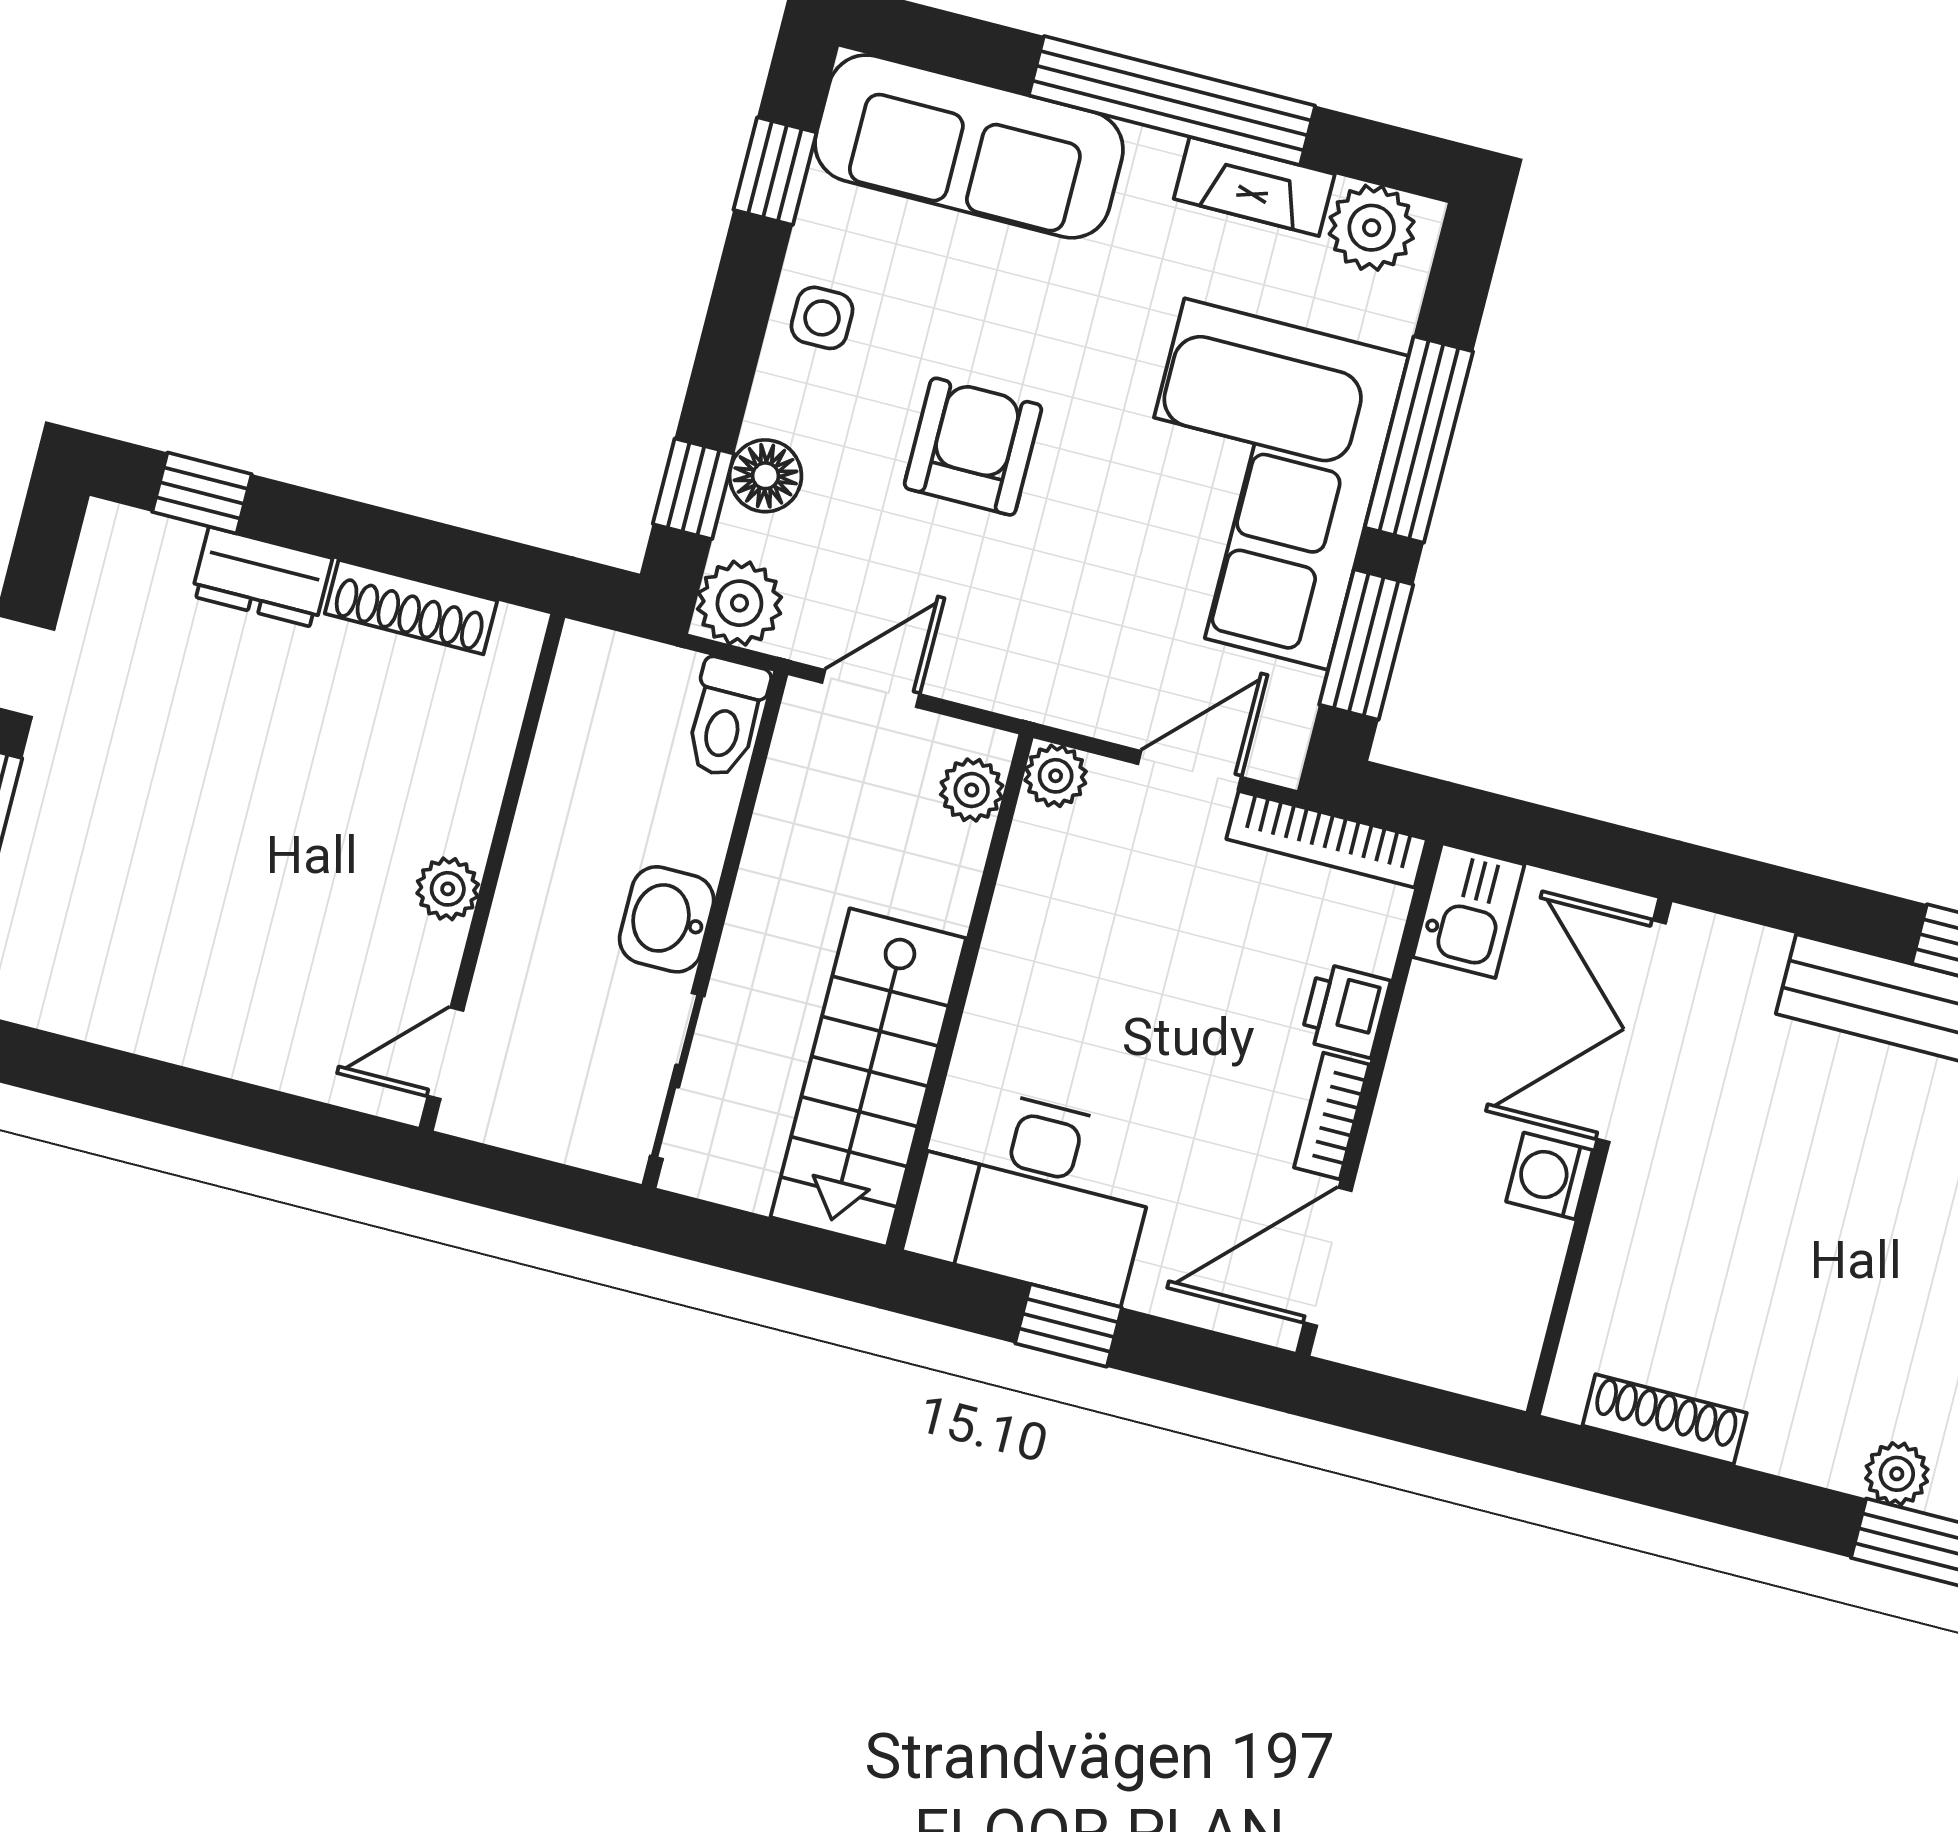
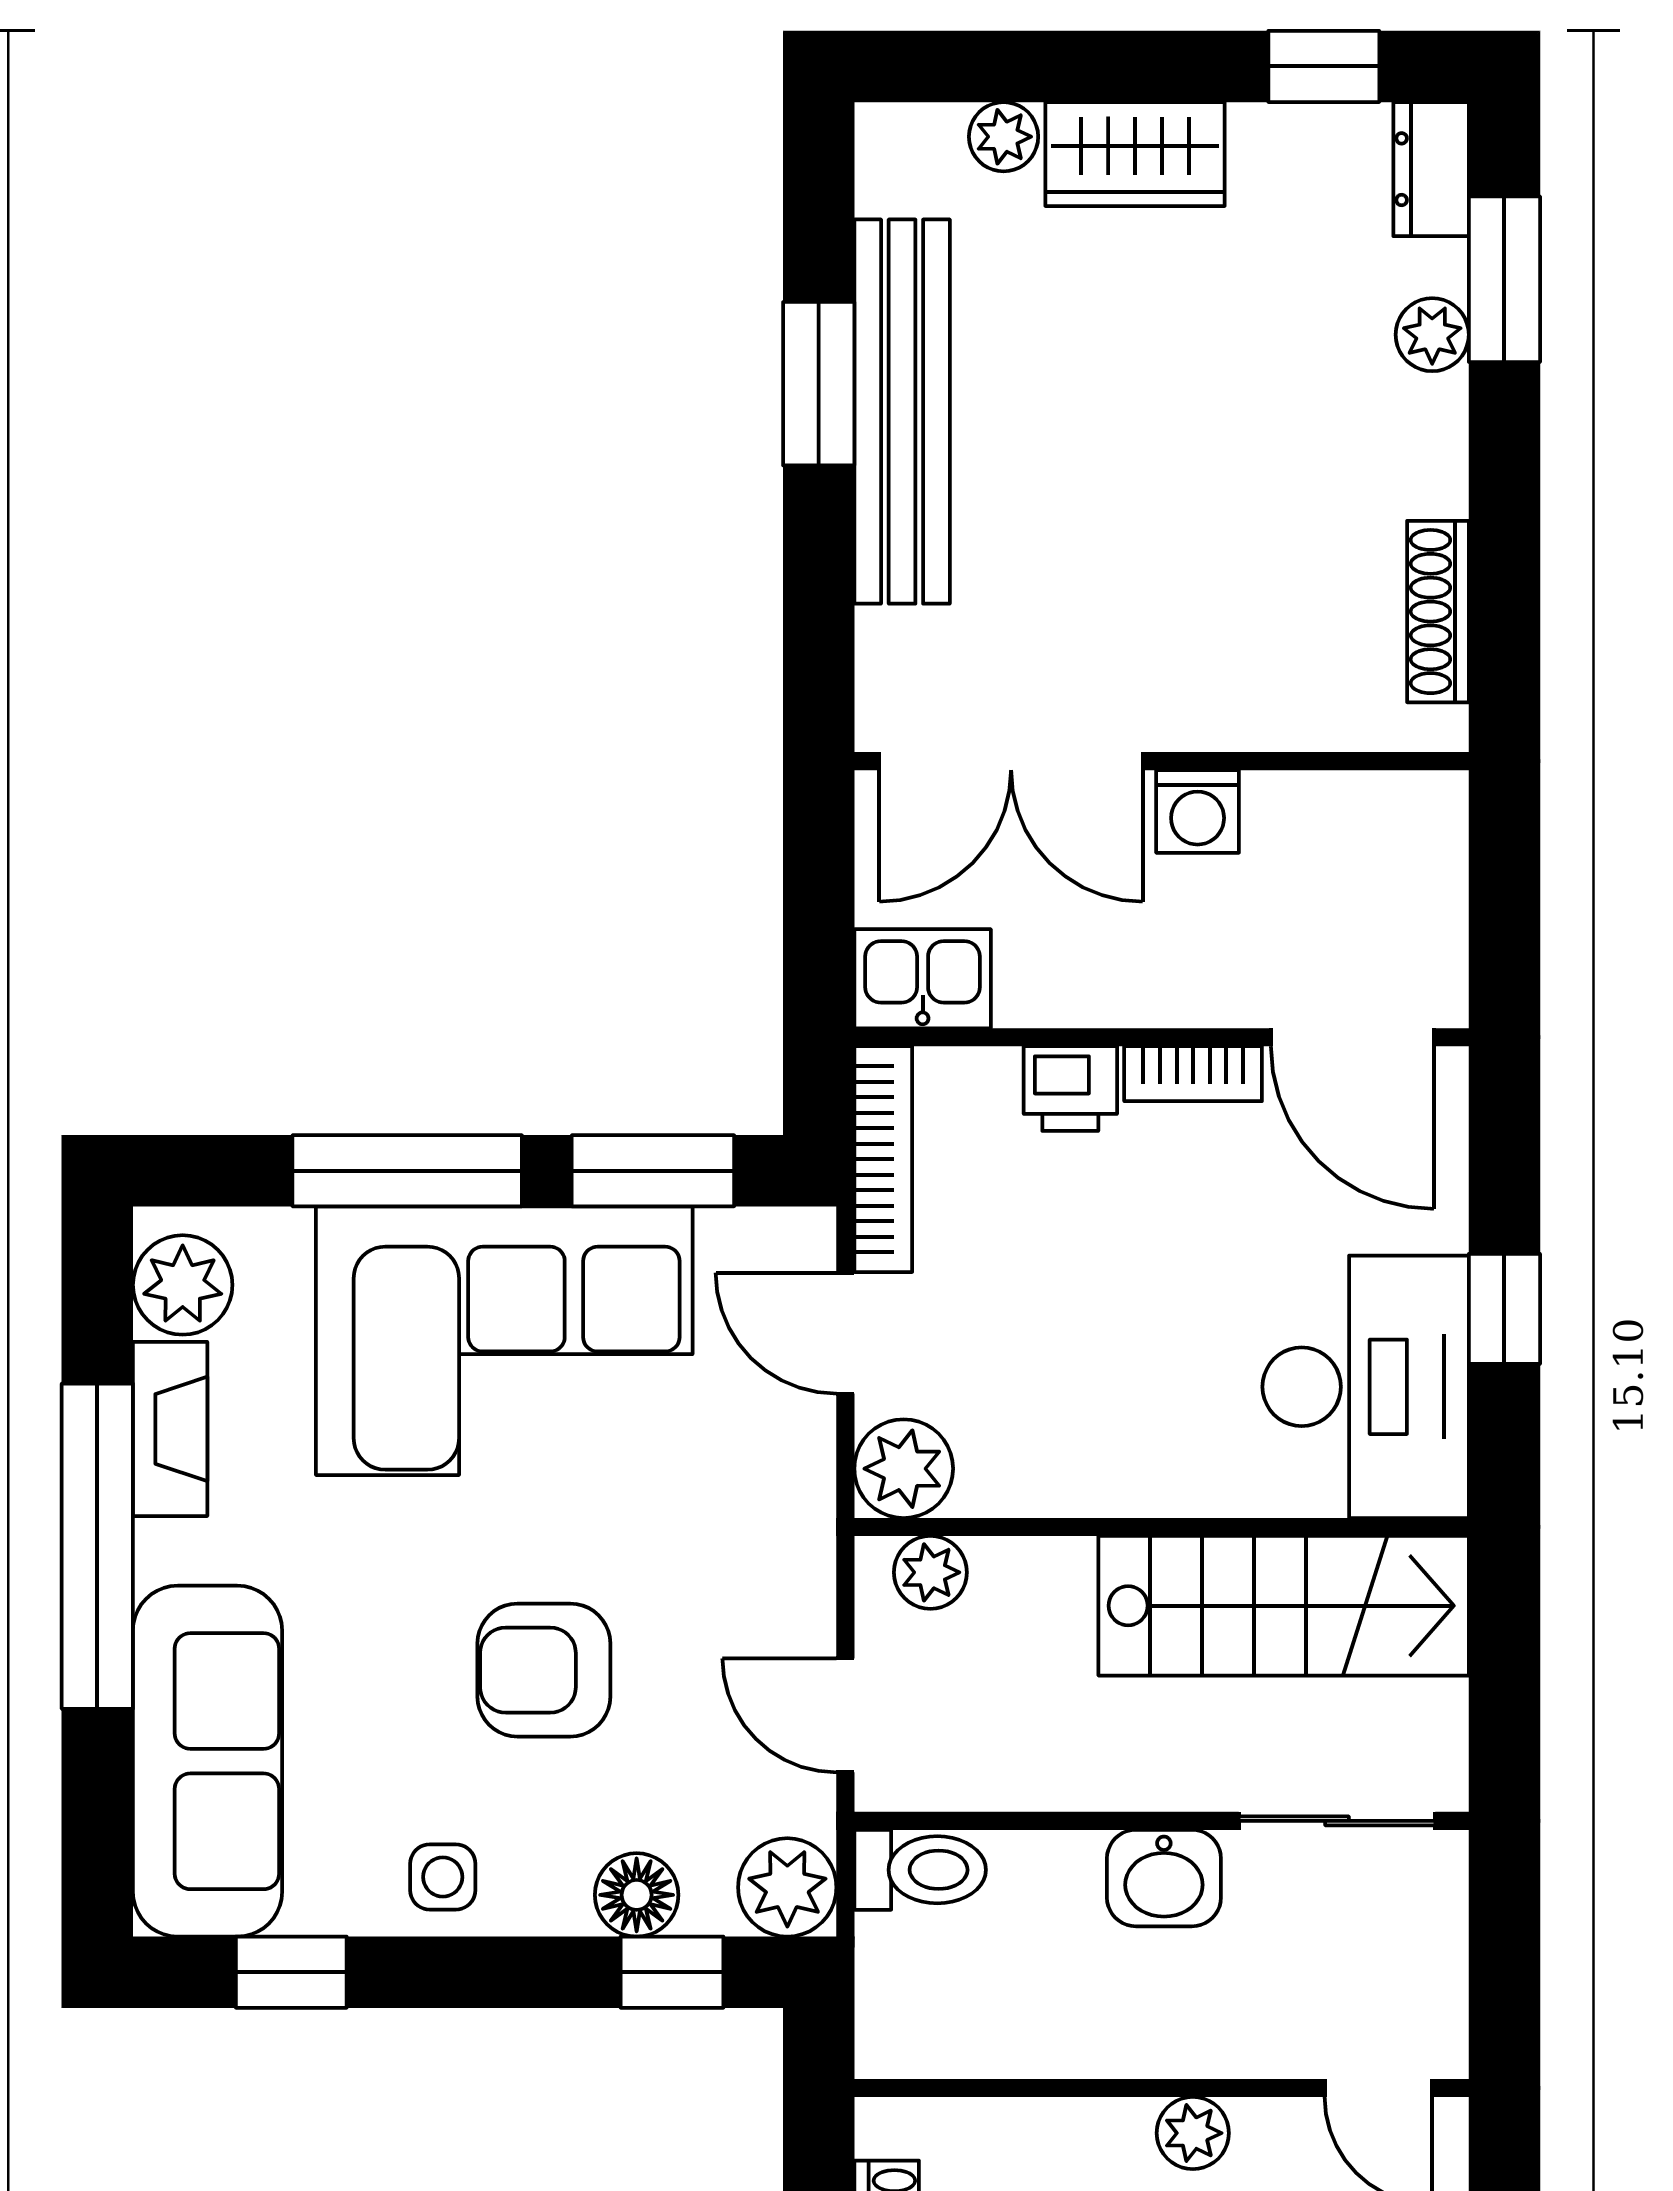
plant: (1056, 776) -> (904, 1469), width x1.38, depth x1.38

